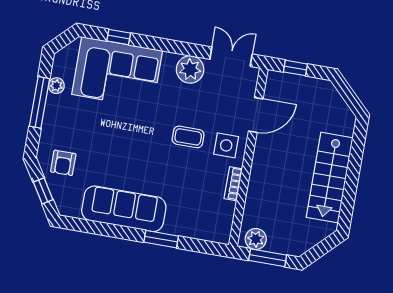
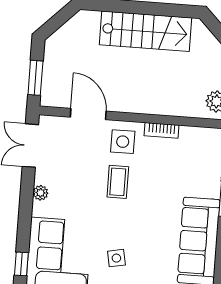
window: (295, 68) -> (35, 78), width x1.50
plant: (190, 69) -> (41, 193), width x0.53, depth x0.53
side table: (115, 128) -> (116, 258), added

